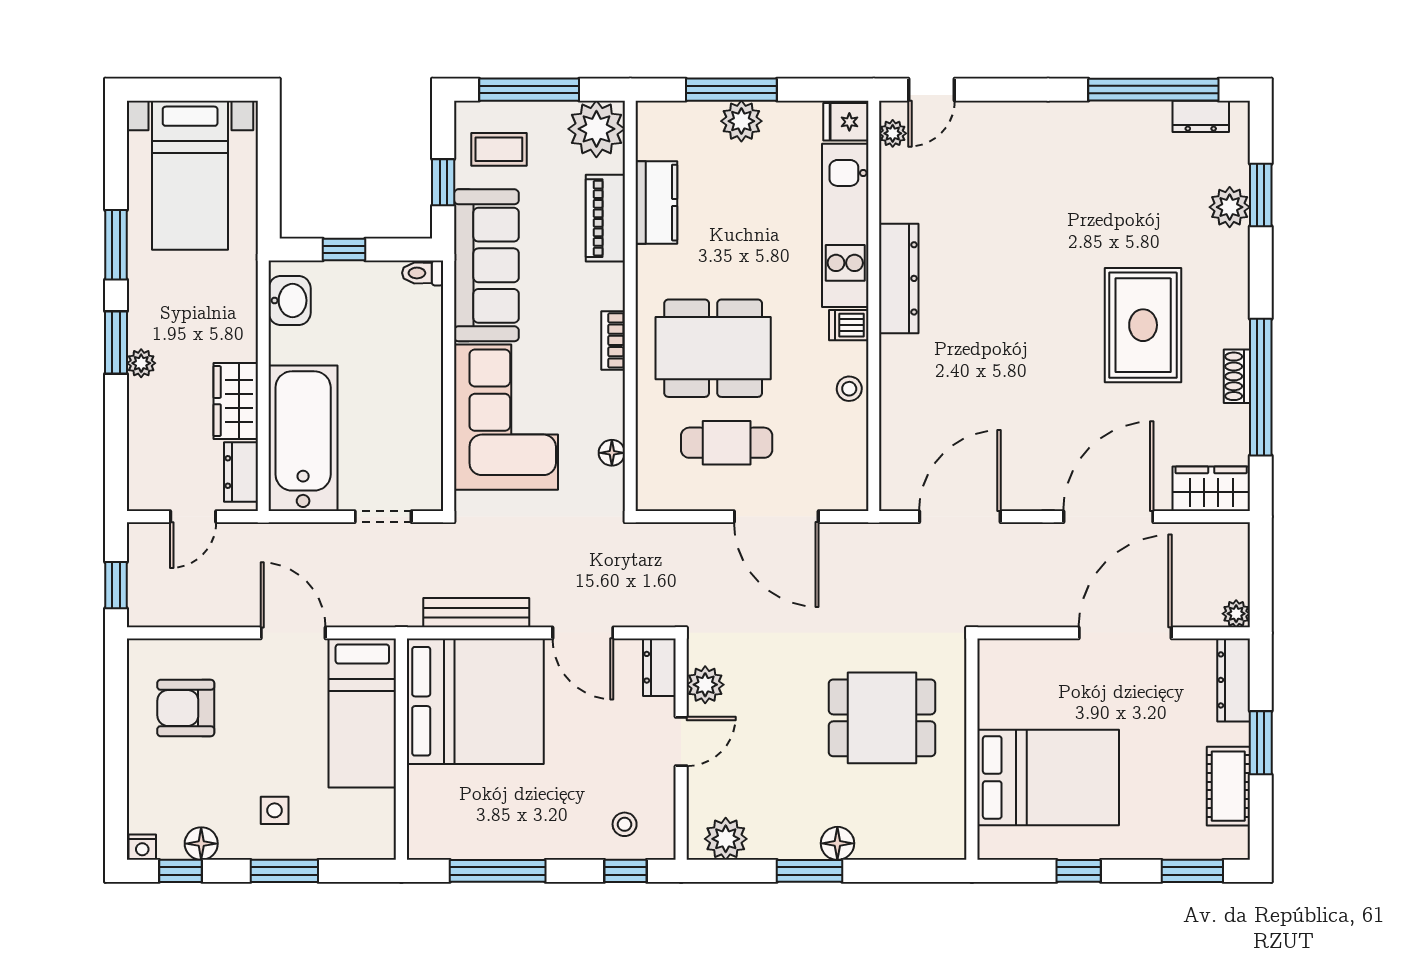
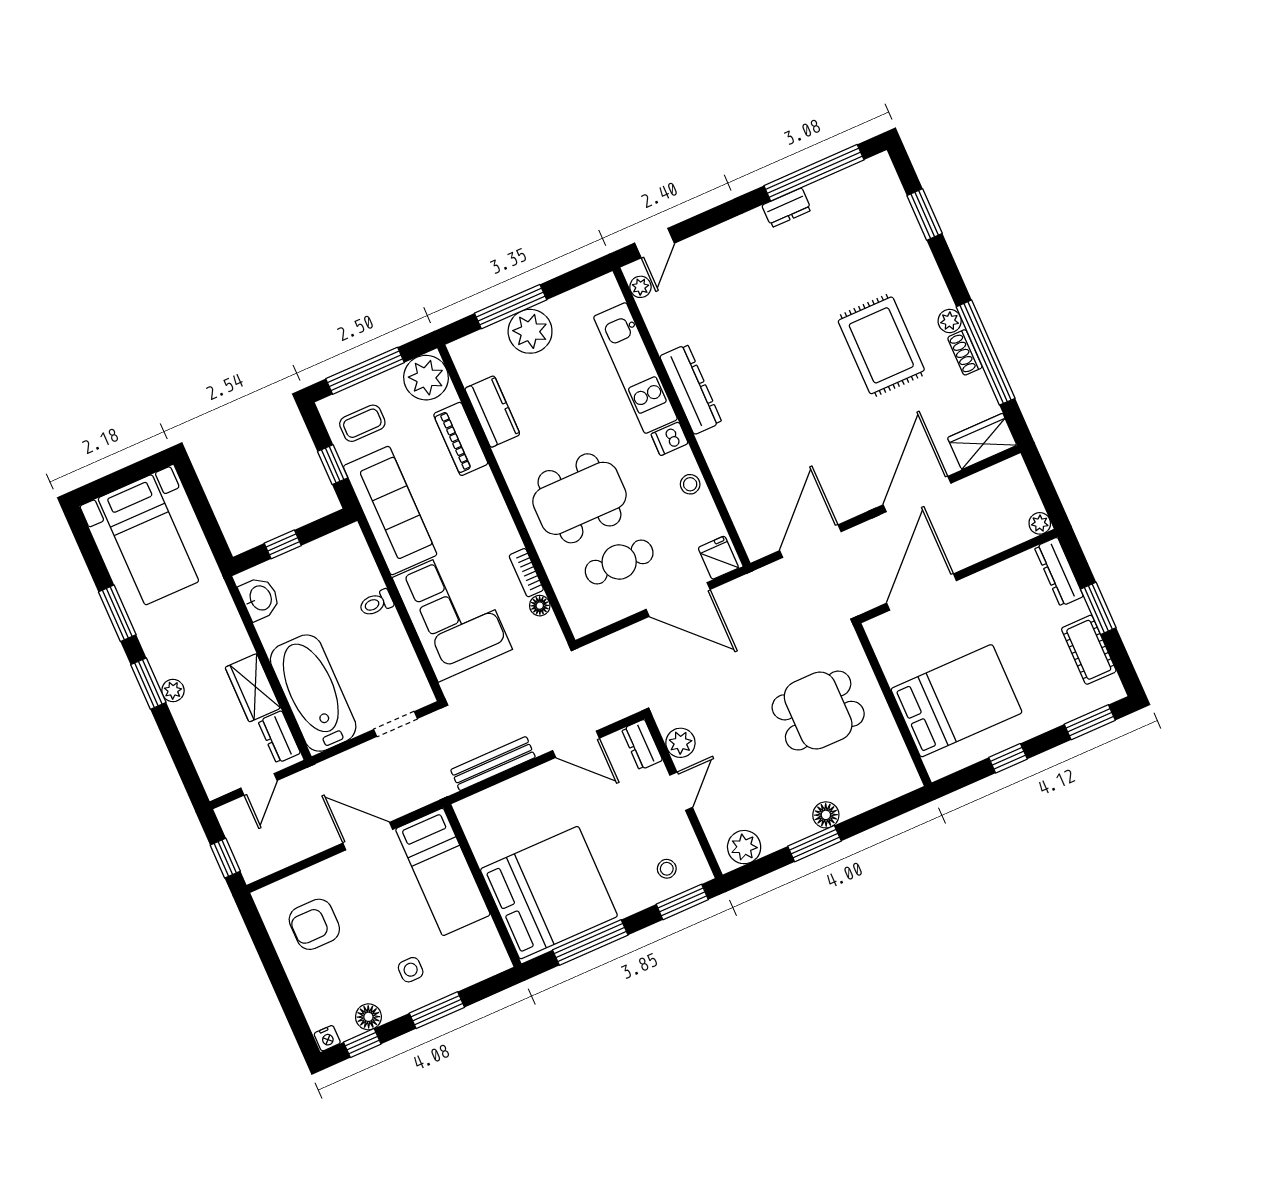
dresser: (1201, 116) -> (787, 208), moved
plant: (741, 121) -> (530, 331), width x1.36, depth x1.36
fridge: (846, 122) -> (718, 558), moved, turned 90
plant: (1230, 207) -> (950, 321), moved, width x0.73, depth x0.73
toilet: (423, 273) -> (376, 603), moved
bookcase: (613, 340) -> (526, 573), moved
door: (1125, 633) -> (922, 592), moved
bed: (475, 701) -> (549, 893), moved
window: (626, 871) -> (682, 902), width x1.50

